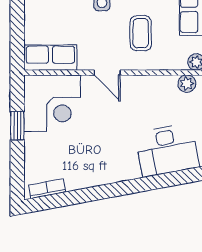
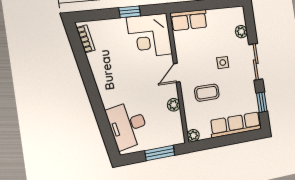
row of seats: (50, 58) -> (189, 20), moved, turned 90
plant: (187, 84) -> (174, 105), moved

